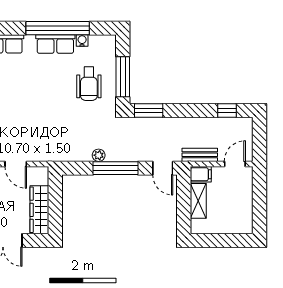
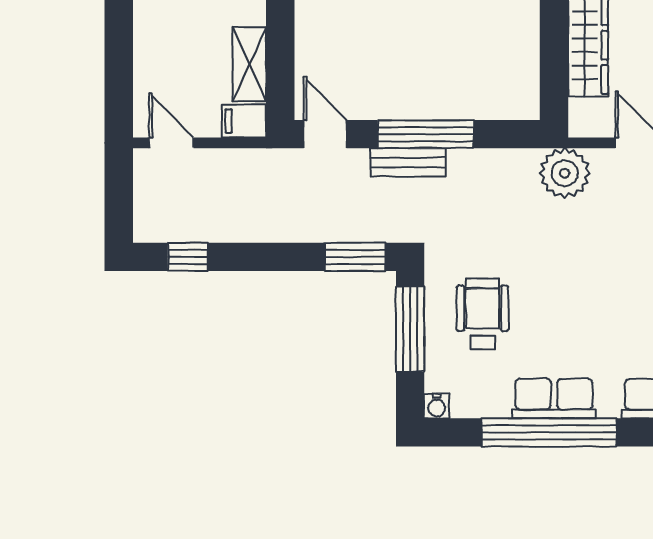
water cooler: (82, 41) -> (437, 406), moved
plant: (99, 155) -> (565, 173), moved, width x1.87, depth x1.87
bench: (200, 155) -> (408, 162), moved
door: (235, 164) -> (171, 143), swing flipped

